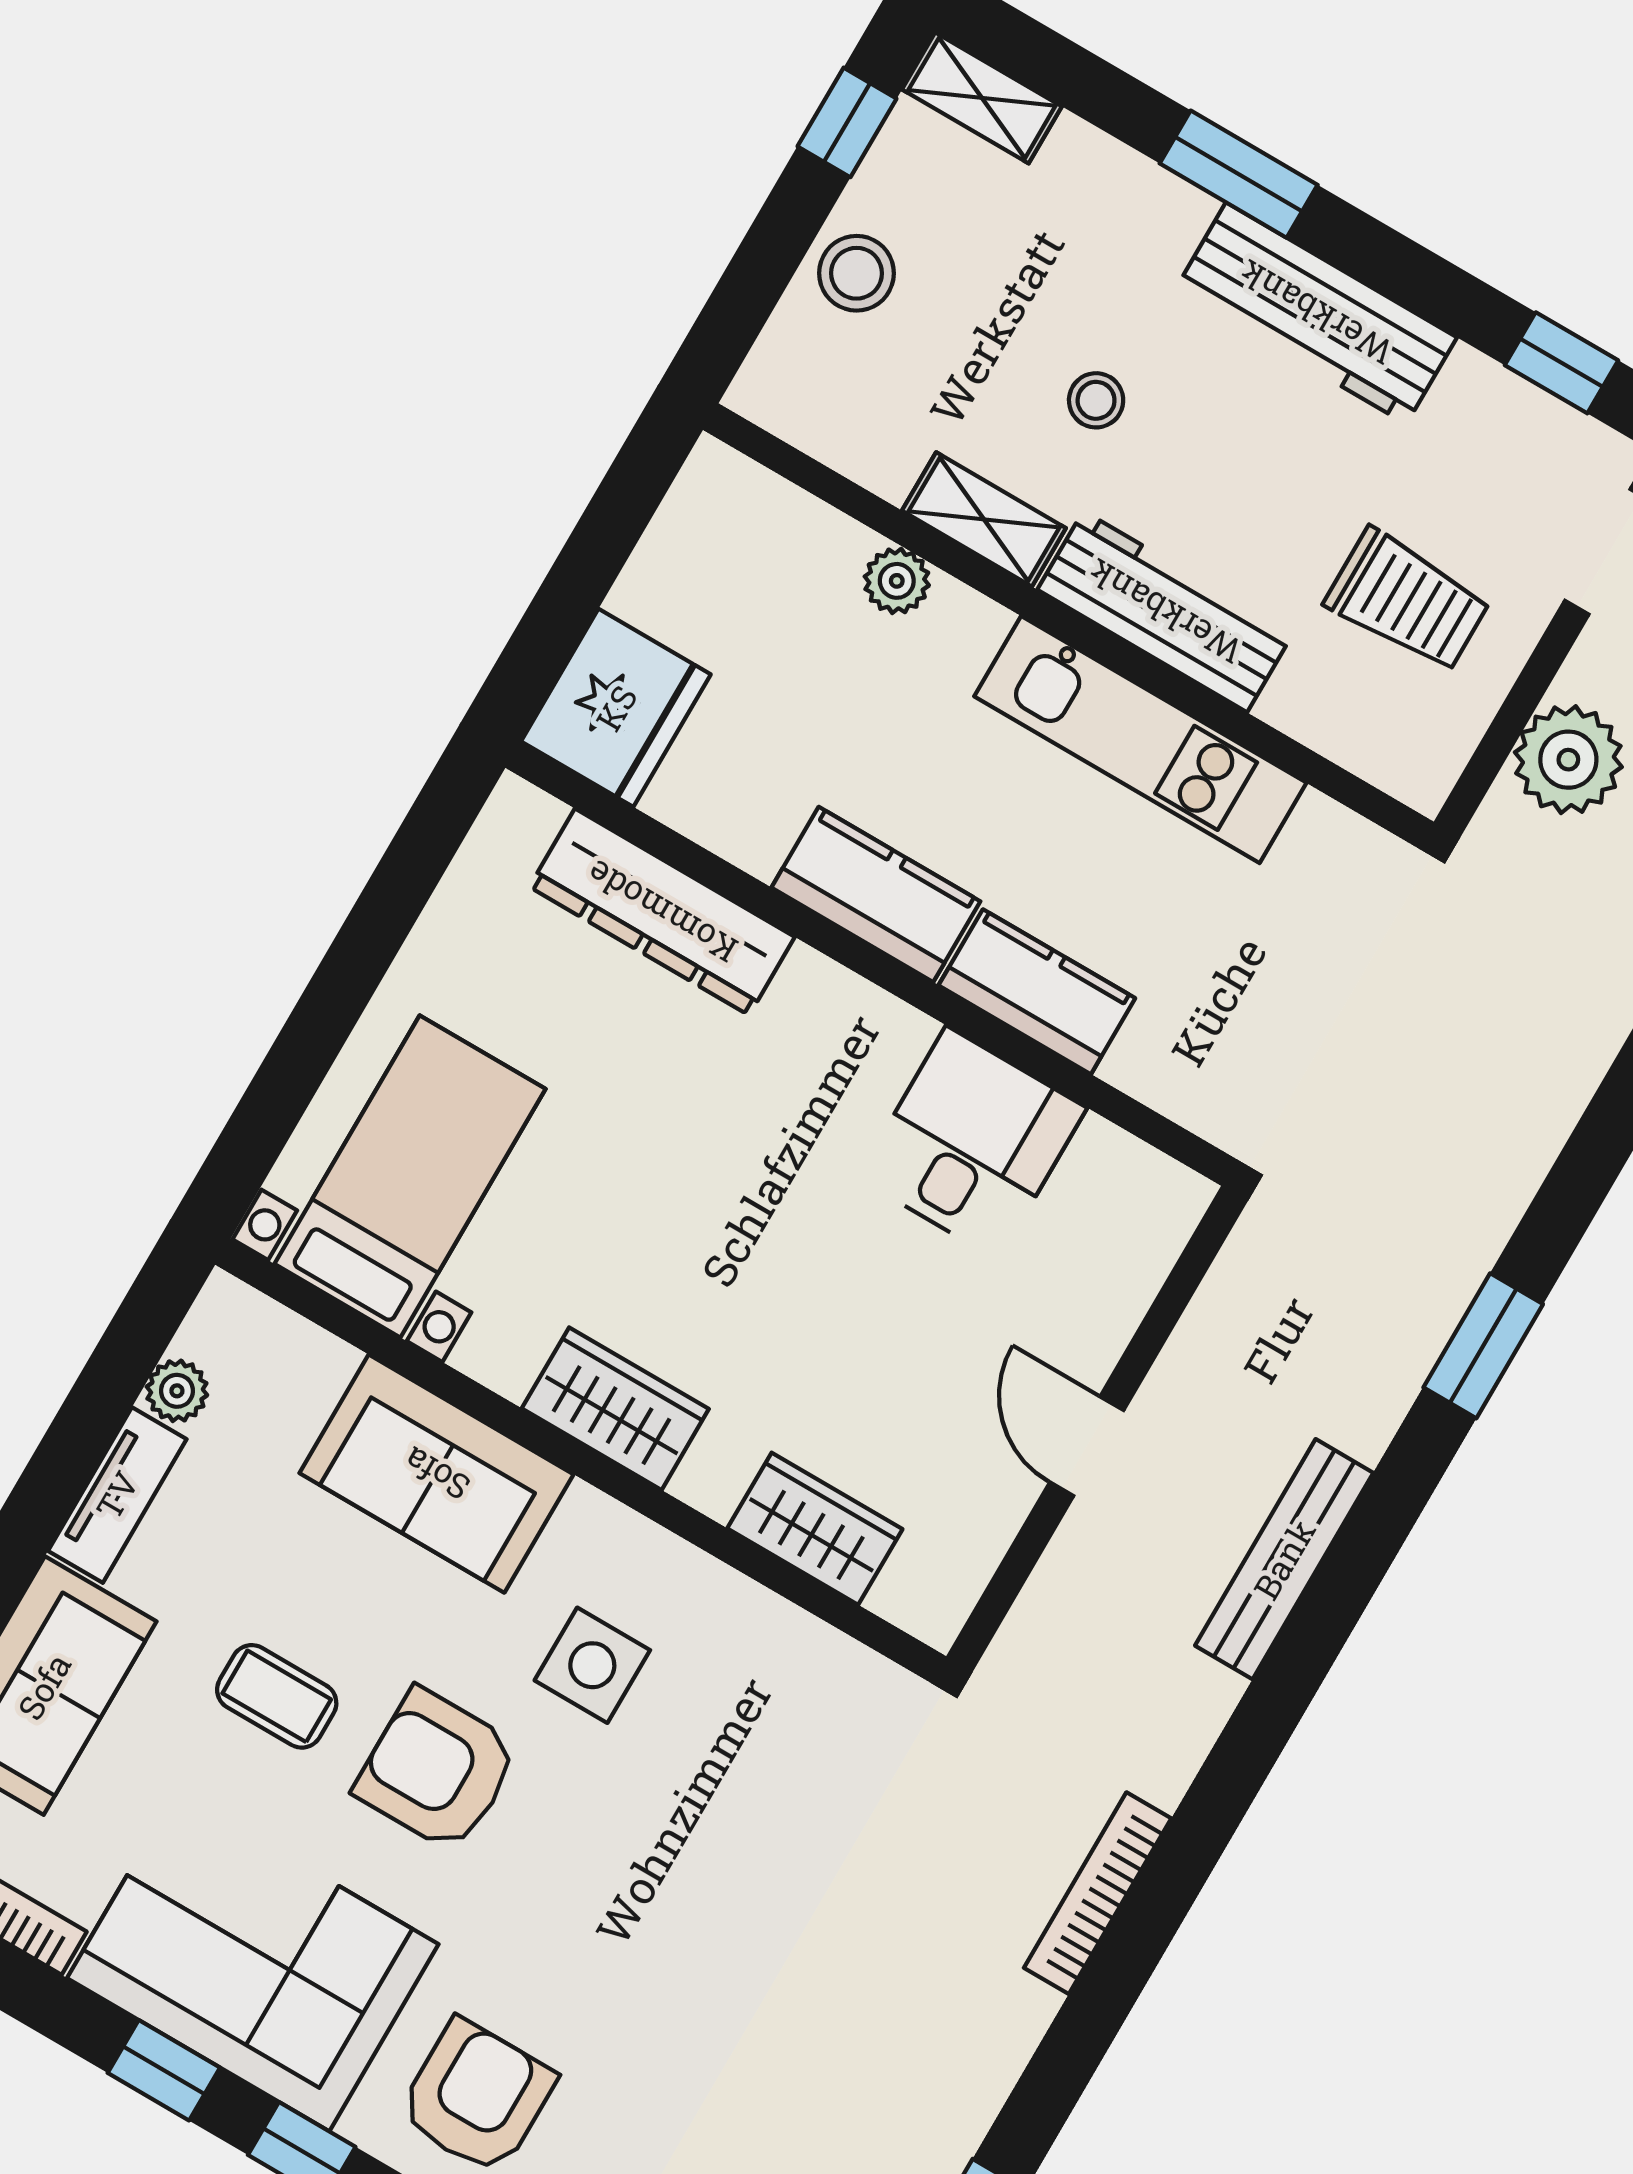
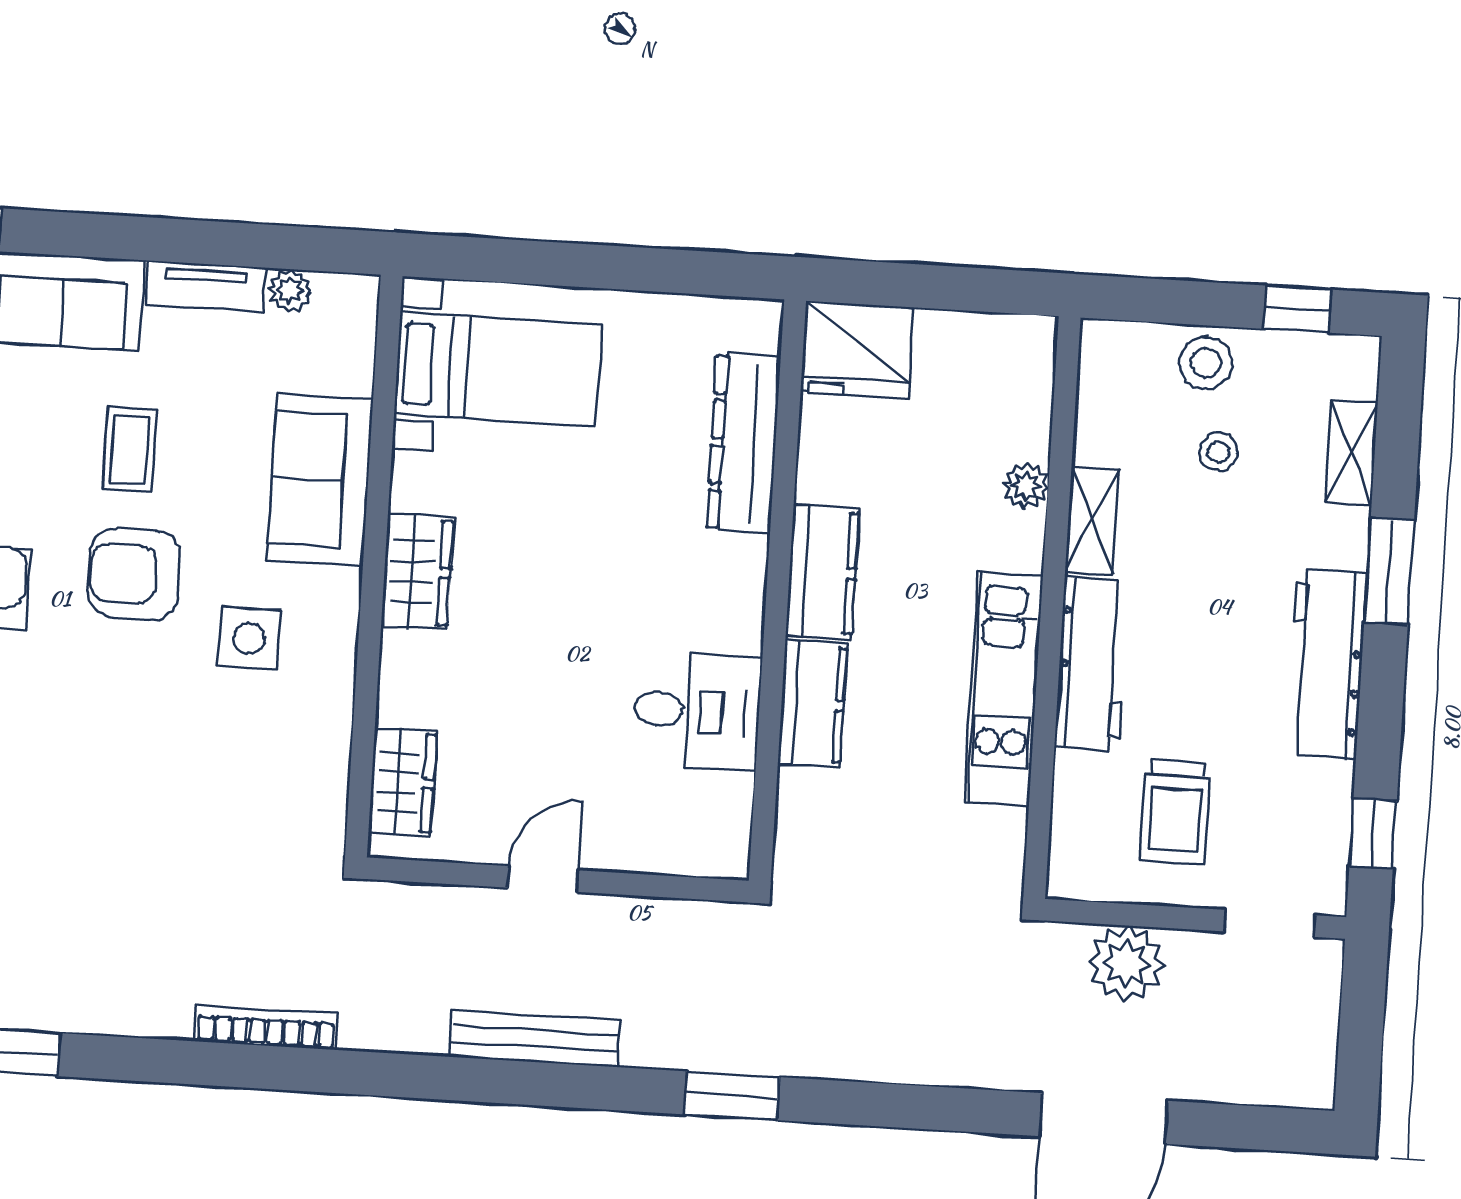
shelving: (982, 98) -> (1352, 452), moved
stool: (1096, 400) -> (1218, 452), moved
wardrobe: (815, 1529) -> (402, 782), moved
armchair: (437, 1770) -> (134, 574), turned -90

